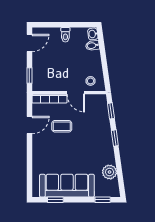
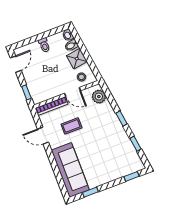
shower: (93, 61) -> (77, 59), added
window: (111, 111) -> (135, 144), moved
door: (29, 125) -> (43, 136), swing flipped
plant: (110, 172) -> (99, 97), moved
sofa: (67, 186) -> (70, 170), moved, turned 90

